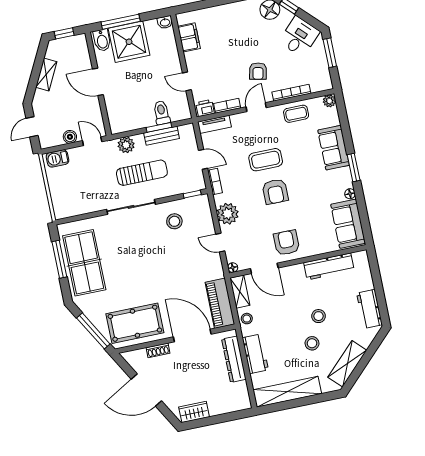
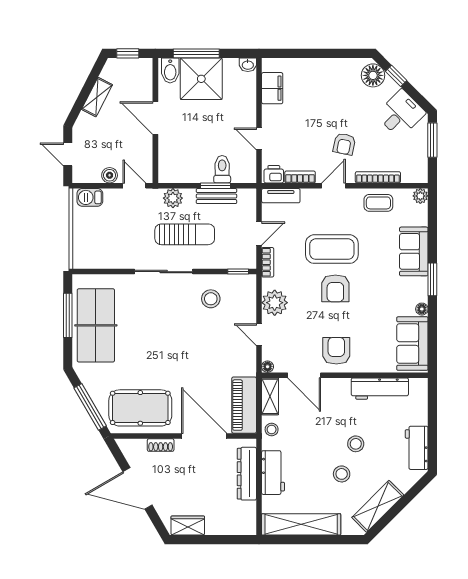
door: (32, 127) -> (68, 154), hinge flipped
door: (203, 159) -> (259, 233), hinge flipped
coffee table: (266, 160) -> (332, 249), width x1.36, depth x1.32

